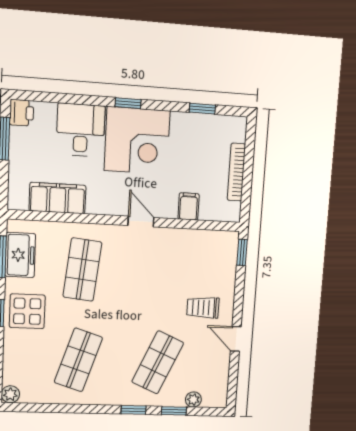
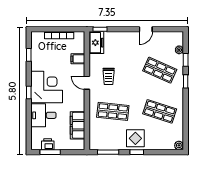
printer: (22, 113) -> (48, 144), moved
door: (141, 221) -> (87, 83), hinge flipped
freezer: (20, 255) -> (96, 43), moved, turned 90
trolley: (203, 308) -> (109, 76), moved

